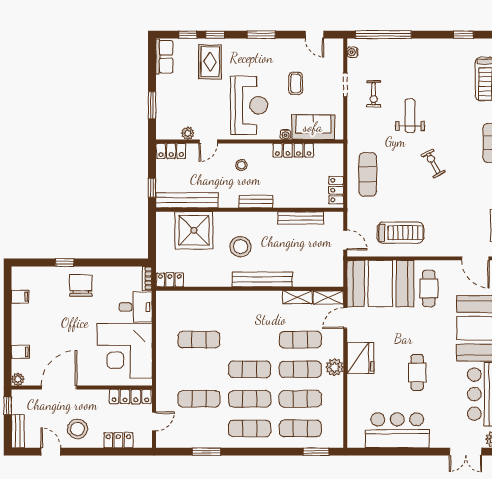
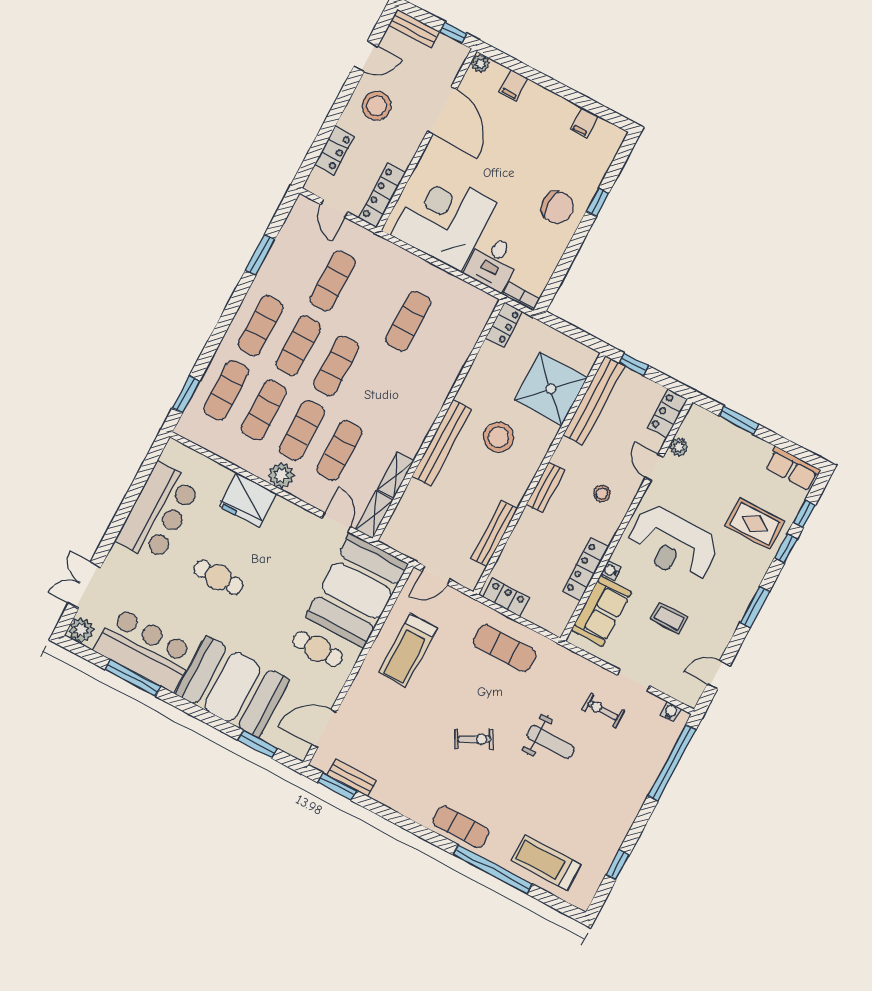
fridge: (360, 358) -> (248, 500), moved

